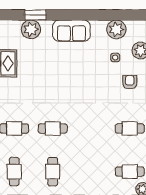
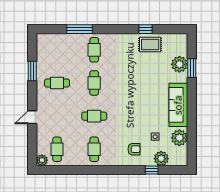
sofa: (71, 31) -> (178, 105), width x1.36
cafe table: (14, 172) -> (94, 116), moved

